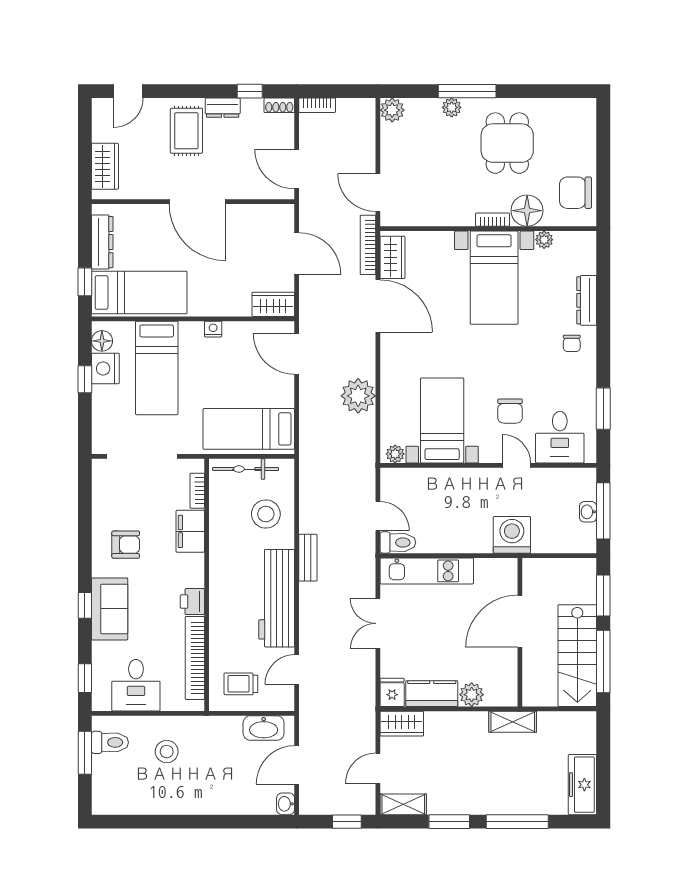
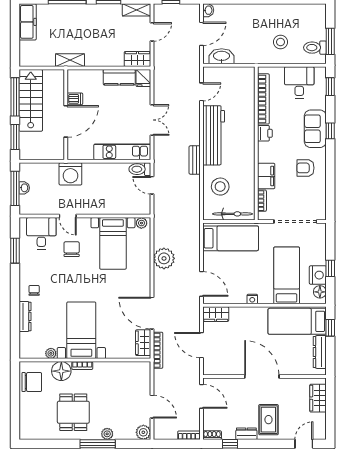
door: (378, 193) -> (152, 407), moved
dishwasher: (505, 658) -> (75, 99), added
trolley: (241, 684) -> (235, 83), removed
plant: (472, 695) -> (95, 77), removed

